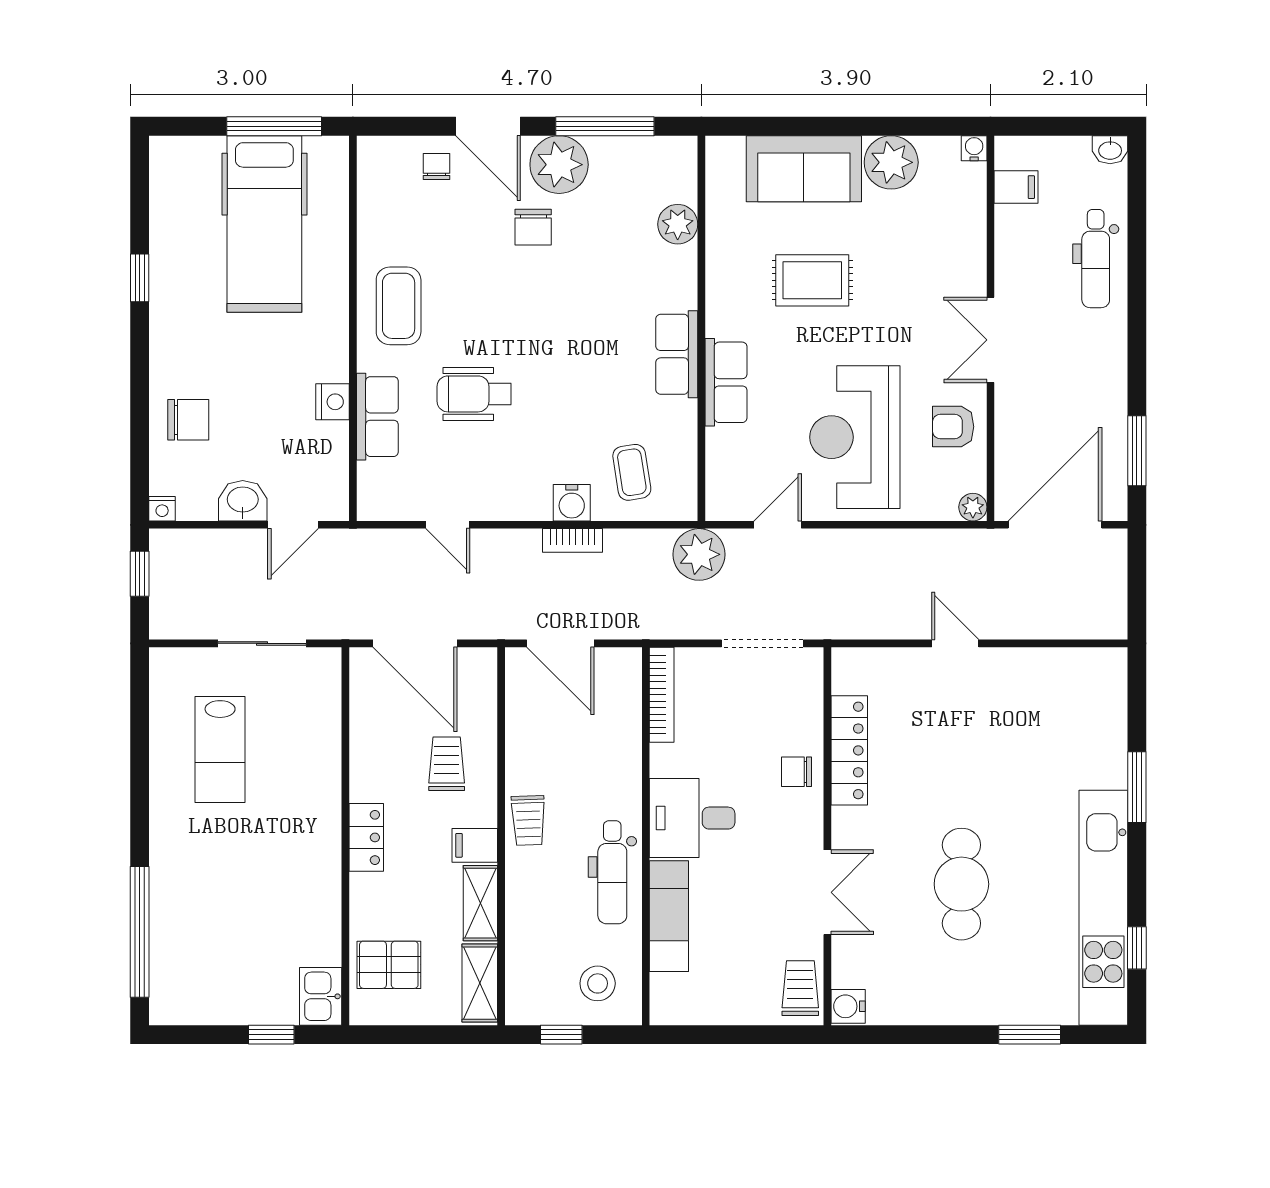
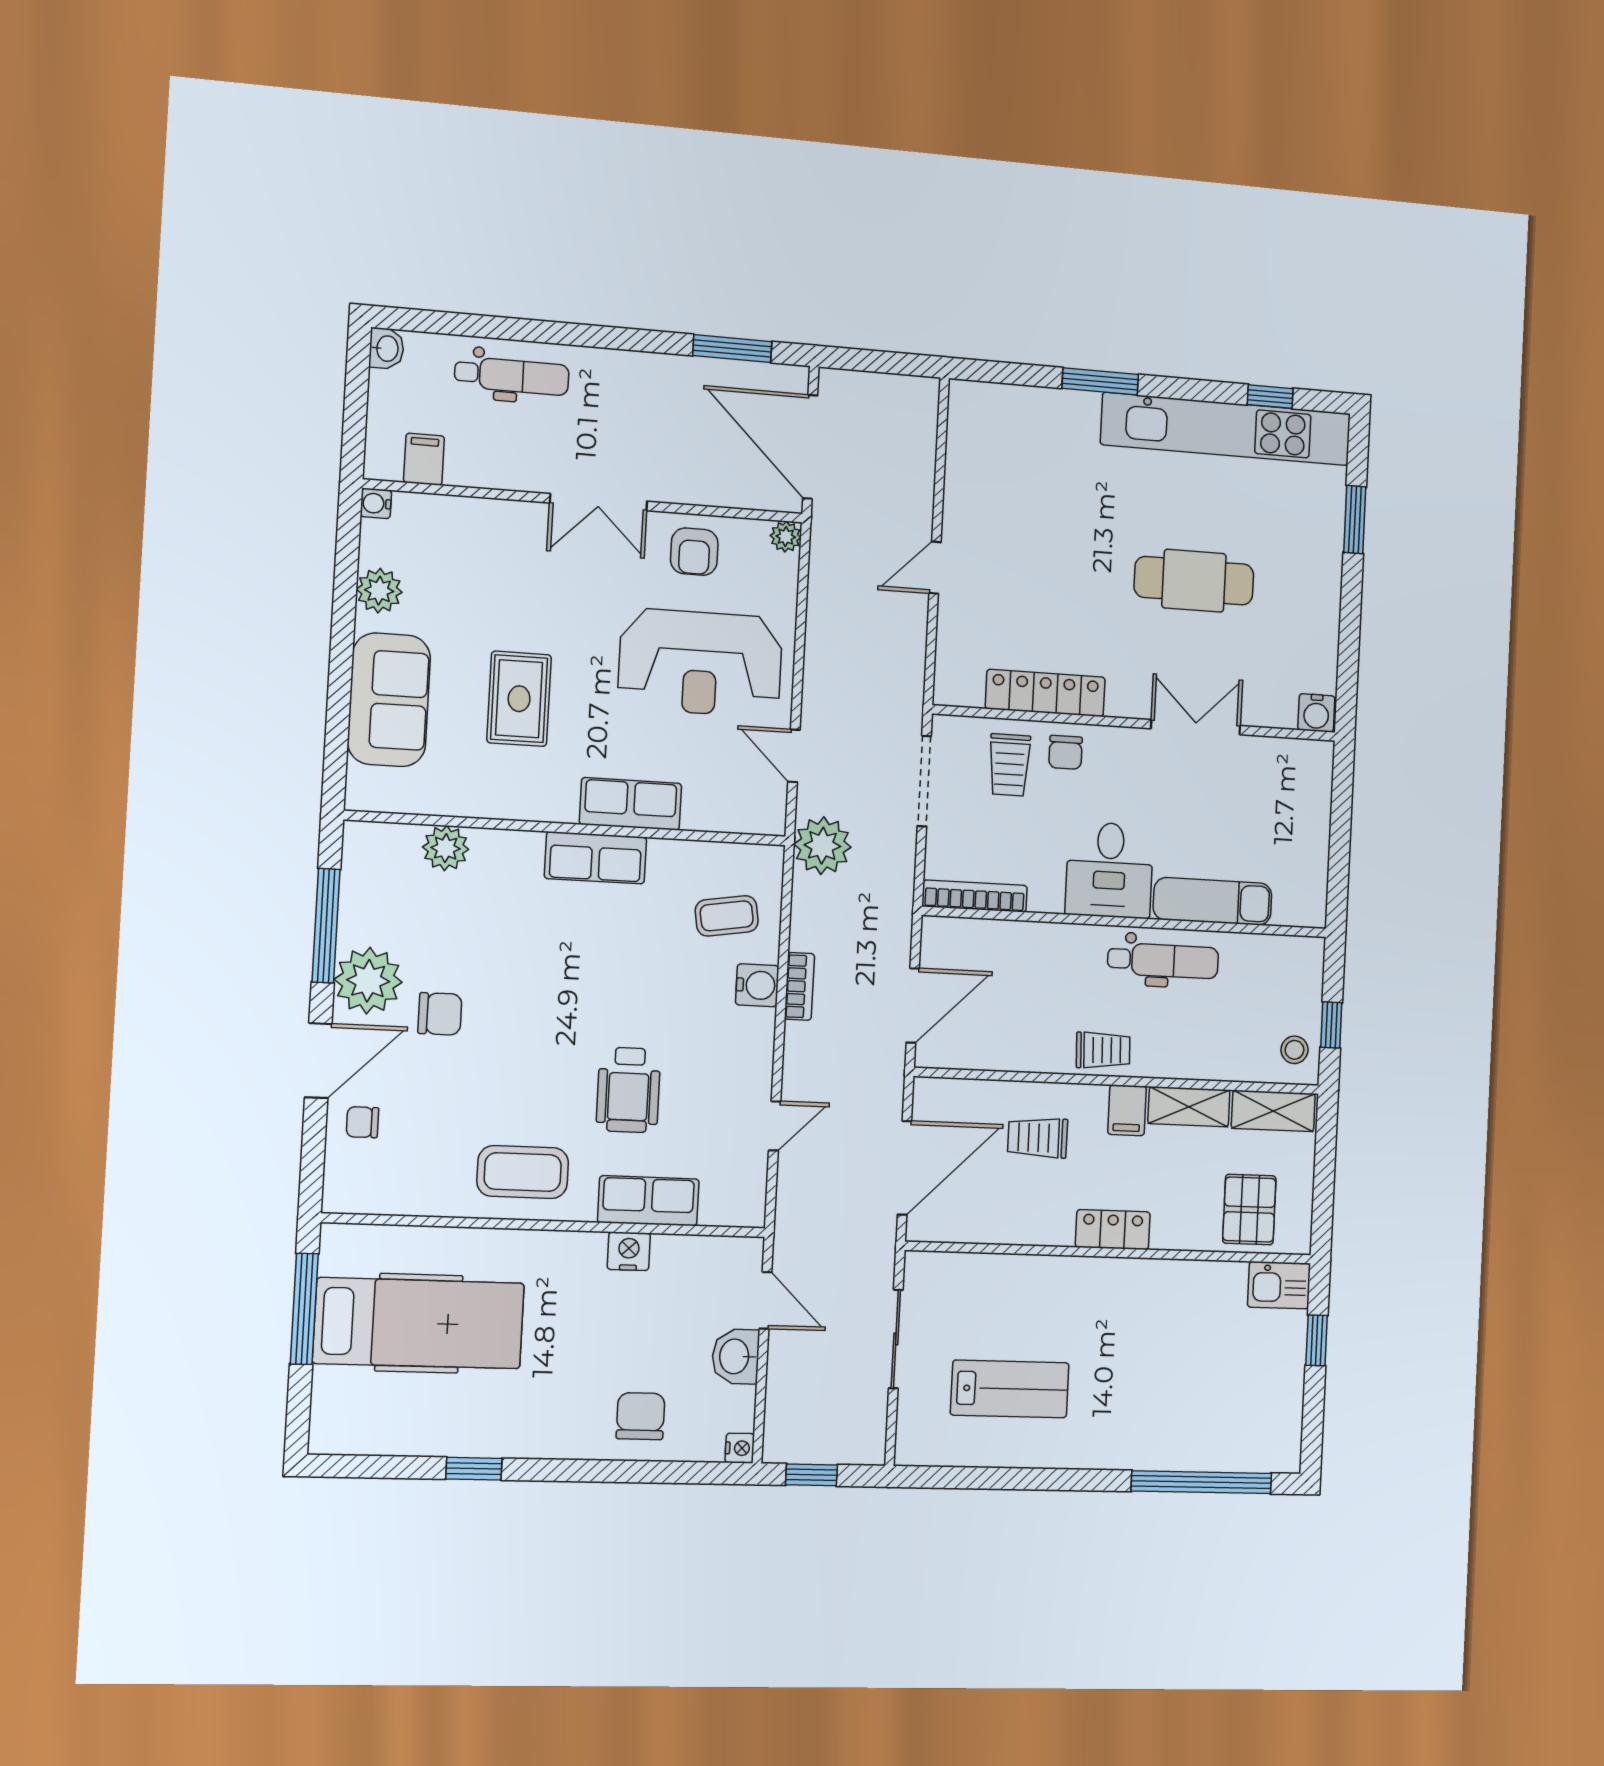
plant: (891, 162) -> (379, 591), width x0.73, depth x0.73
stool: (598, 983) -> (1294, 1050), moved, width x0.73, depth x0.73
trolley: (800, 988) -> (1009, 765), moved, turned -90

